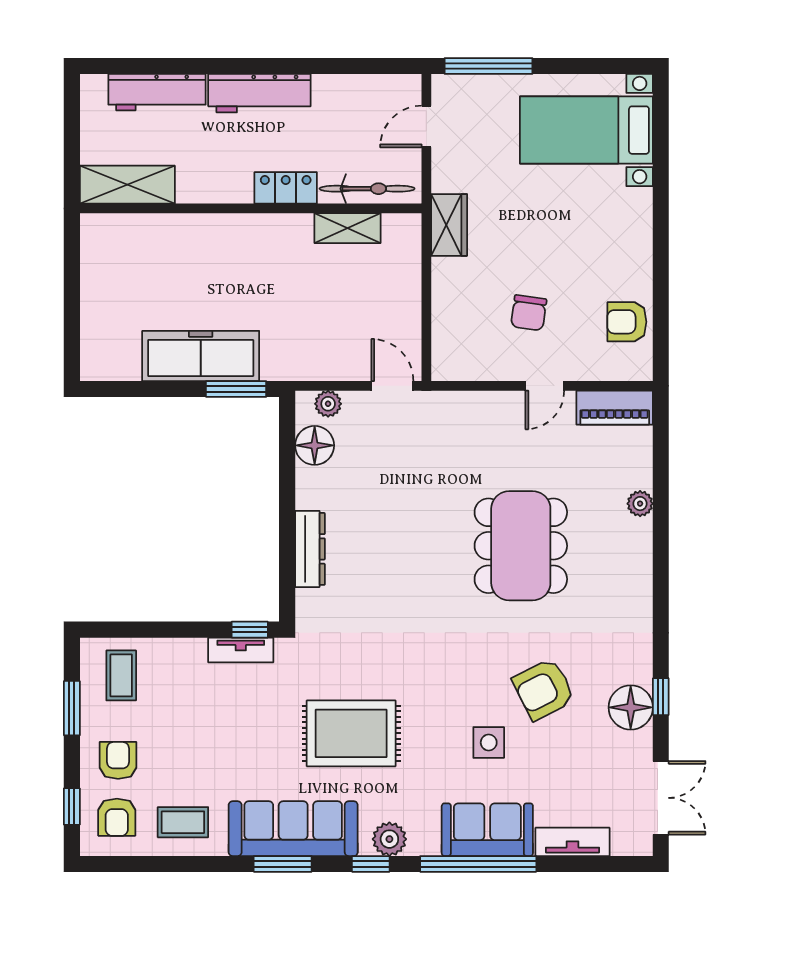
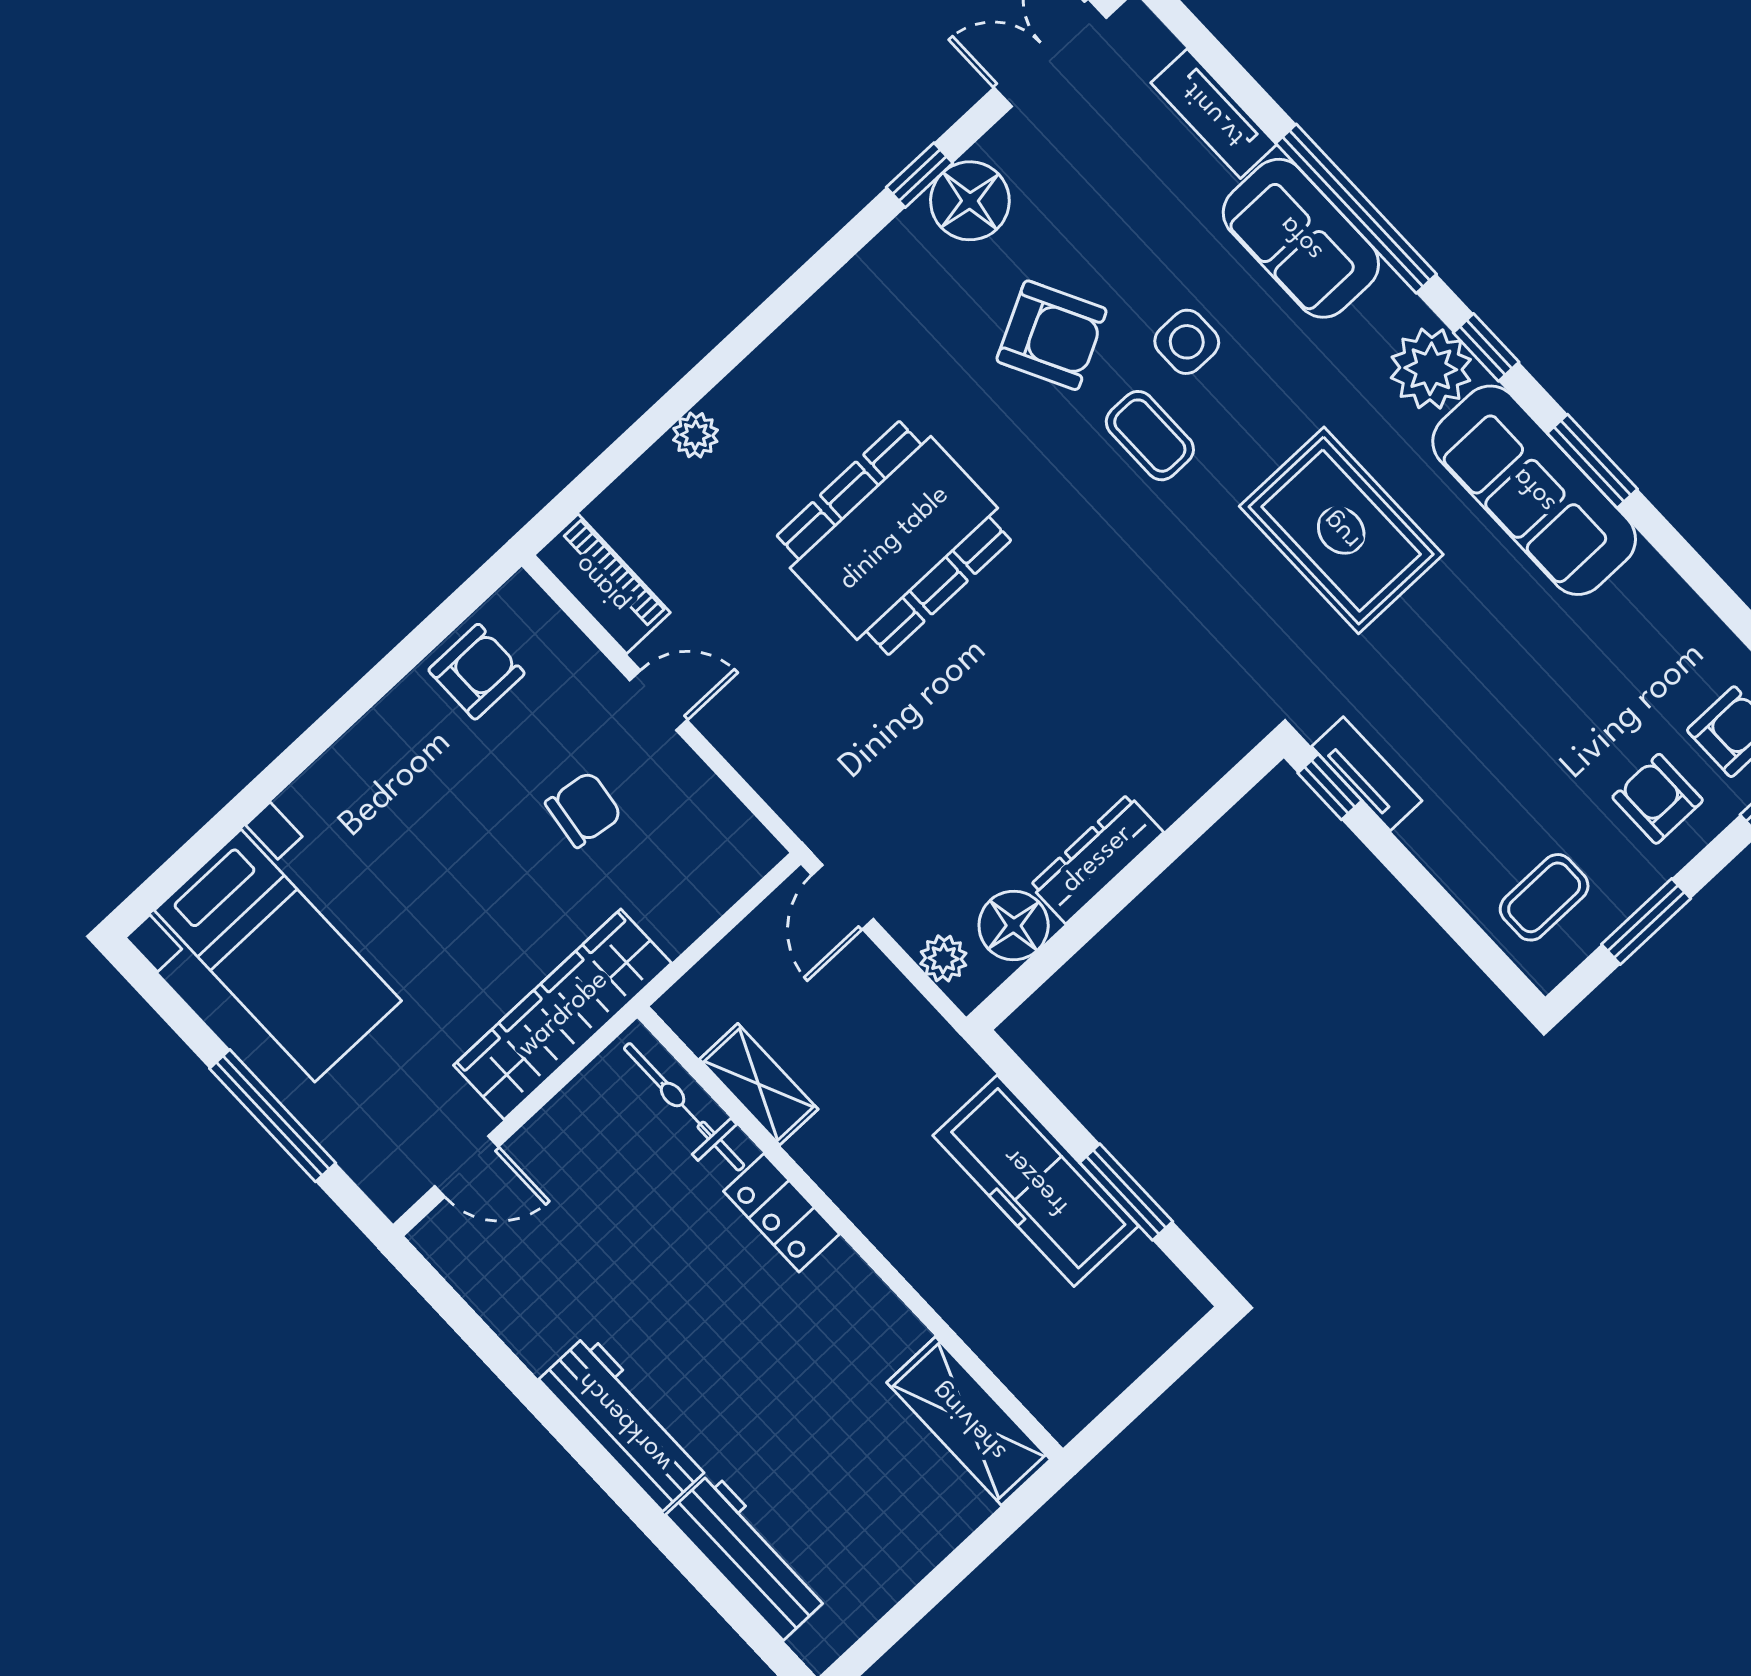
window: (488, 66) -> (273, 1116), moved
shelving: (127, 185) -> (969, 1421), moved
locker: (286, 188) -> (781, 1213), moved
bicycle: (367, 189) -> (684, 1107), moved
wall: (251, 208) -> (850, 1233), moved
wardrobe: (449, 225) -> (563, 1014), width x2.10, depth x1.17
shelving: (348, 228) -> (759, 1084), moved
armchair: (627, 322) -> (477, 672), turned -90
window: (236, 389) -> (1126, 1192), moved
dresser: (310, 549) -> (1097, 859), moved
armchair: (118, 760) -> (1658, 799), turned 90
coffee table: (183, 822) -> (1150, 436), moved
plant: (389, 839) -> (1431, 369), width x1.36, depth x1.36

